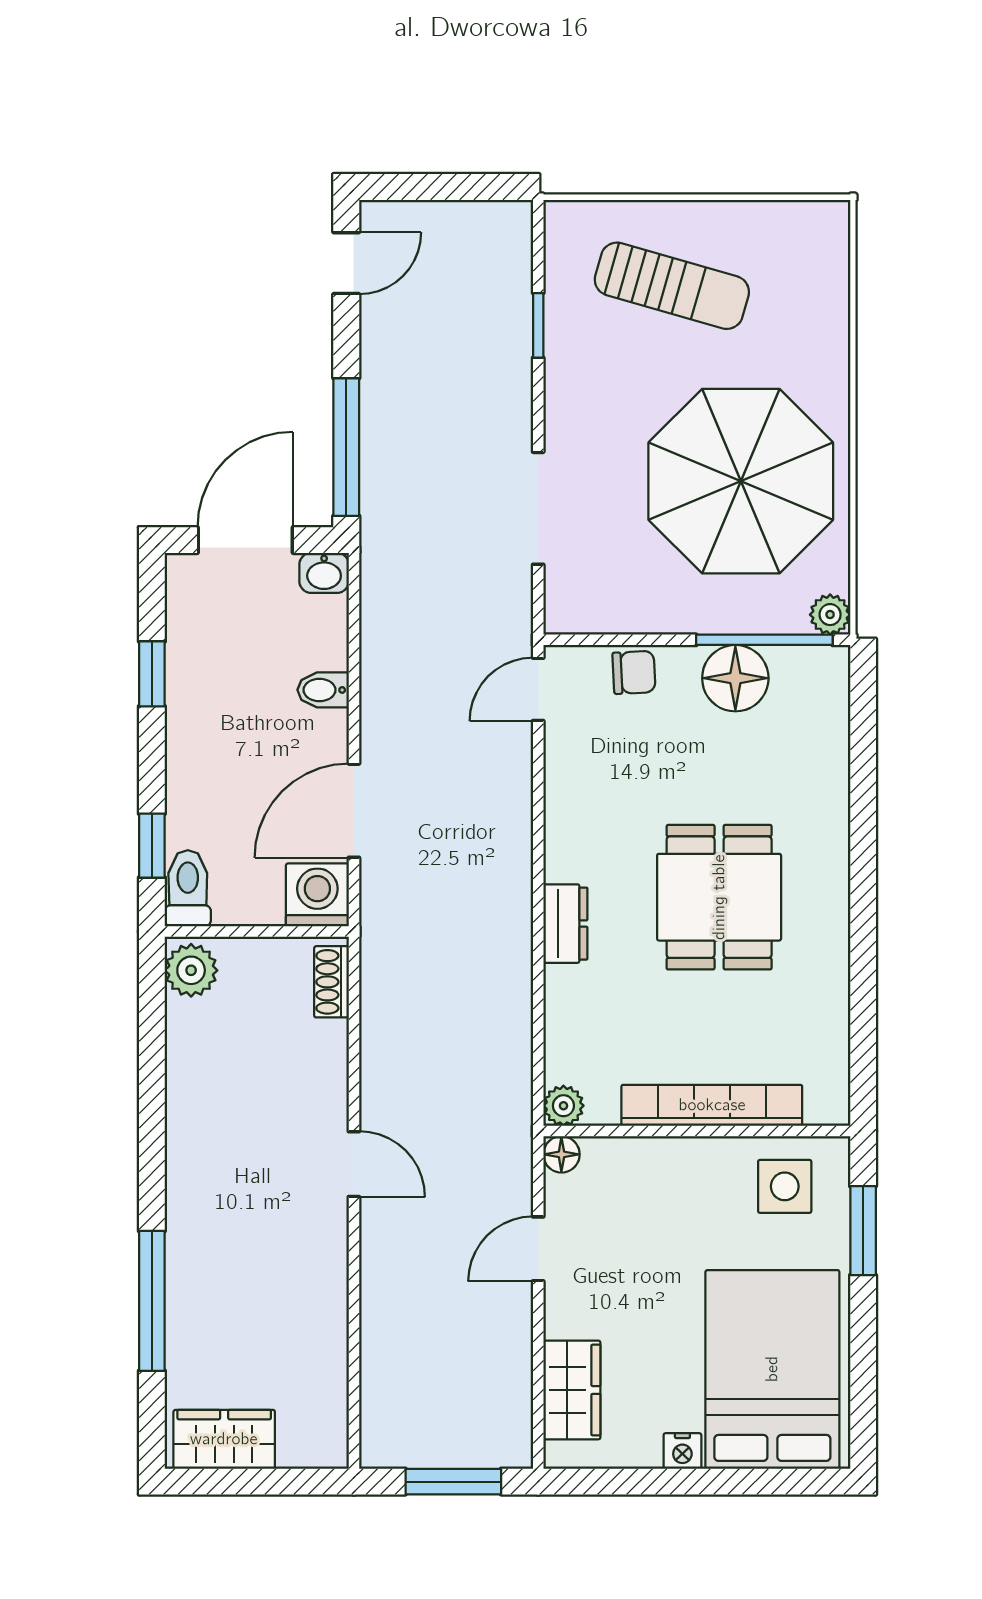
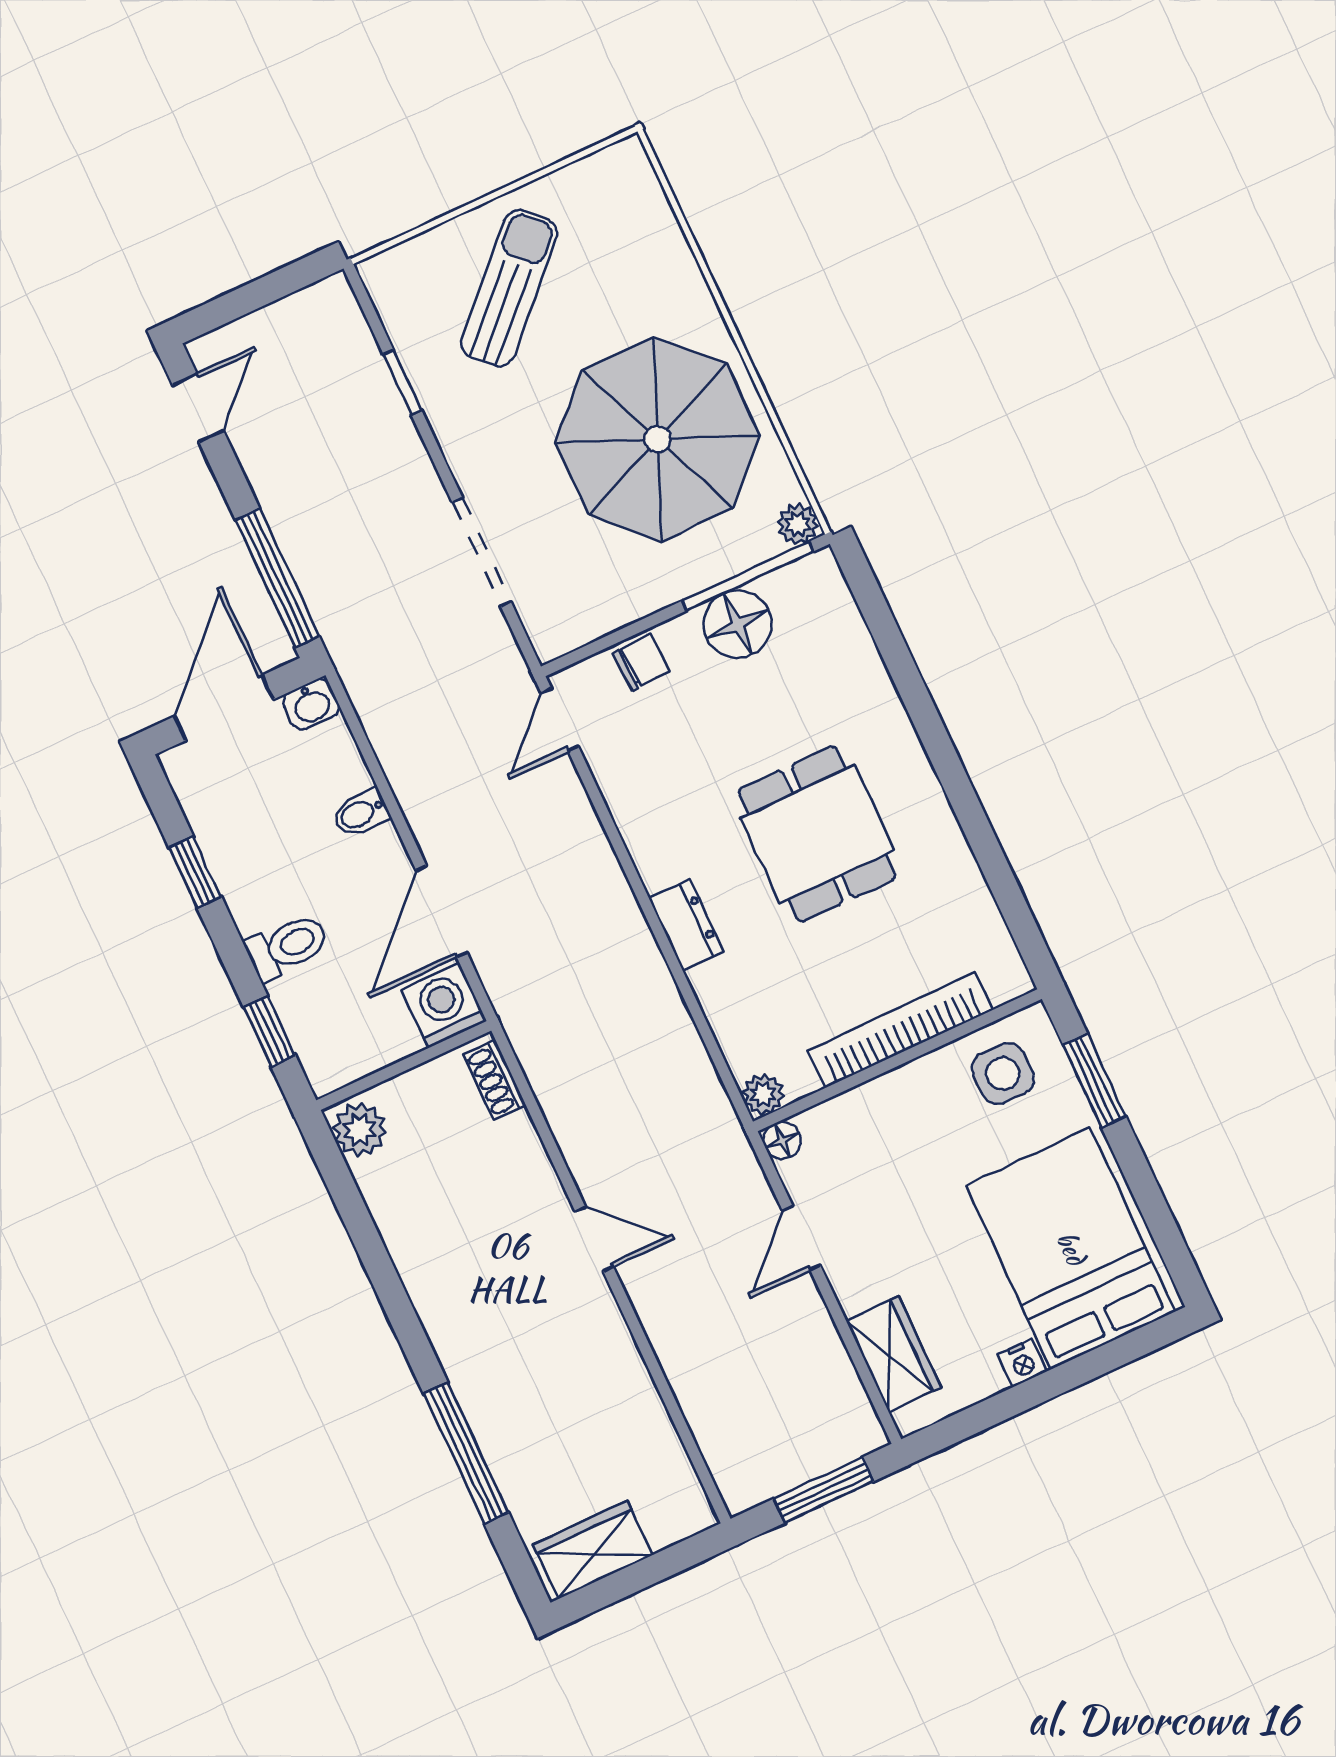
sun lounger: (672, 286) -> (509, 288), turned -61
toilet: (188, 888) -> (287, 946), moved, turned 90

